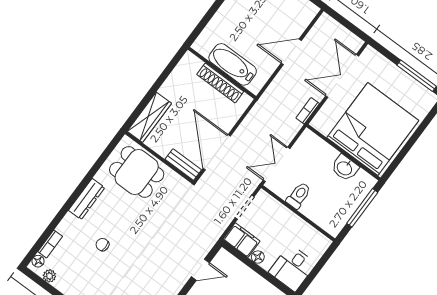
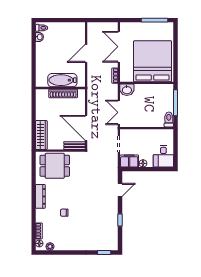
washbasin: (345, 168) -> (127, 90), moved
toilet: (299, 195) -> (169, 119), moved

